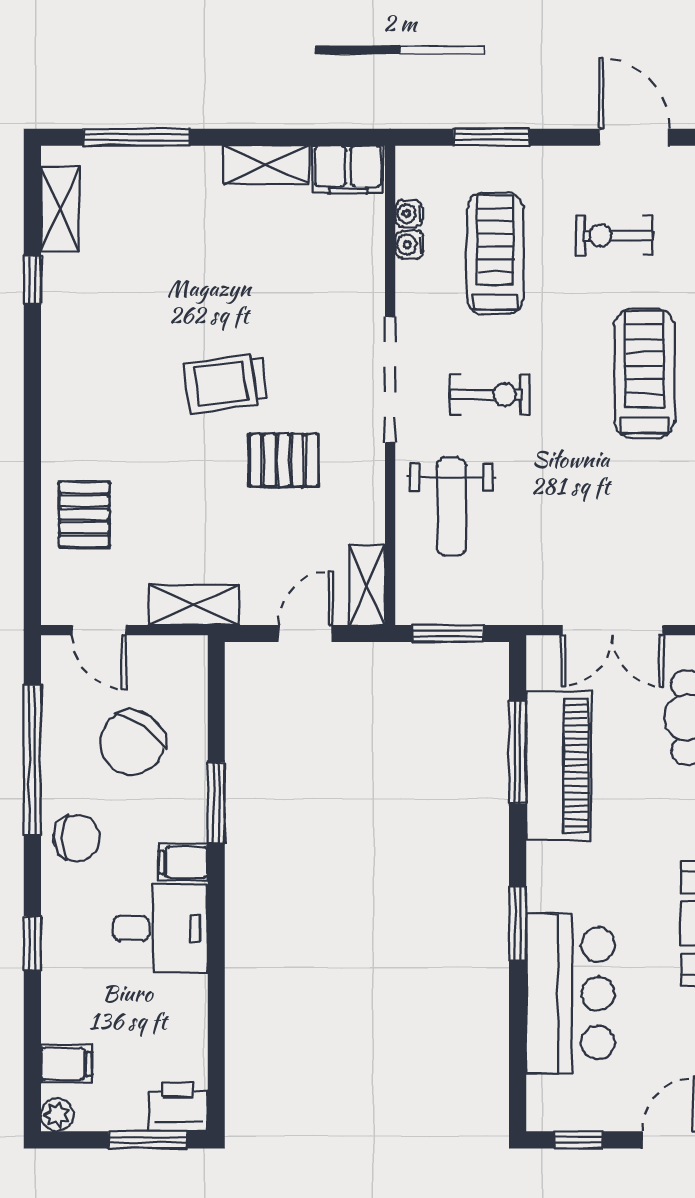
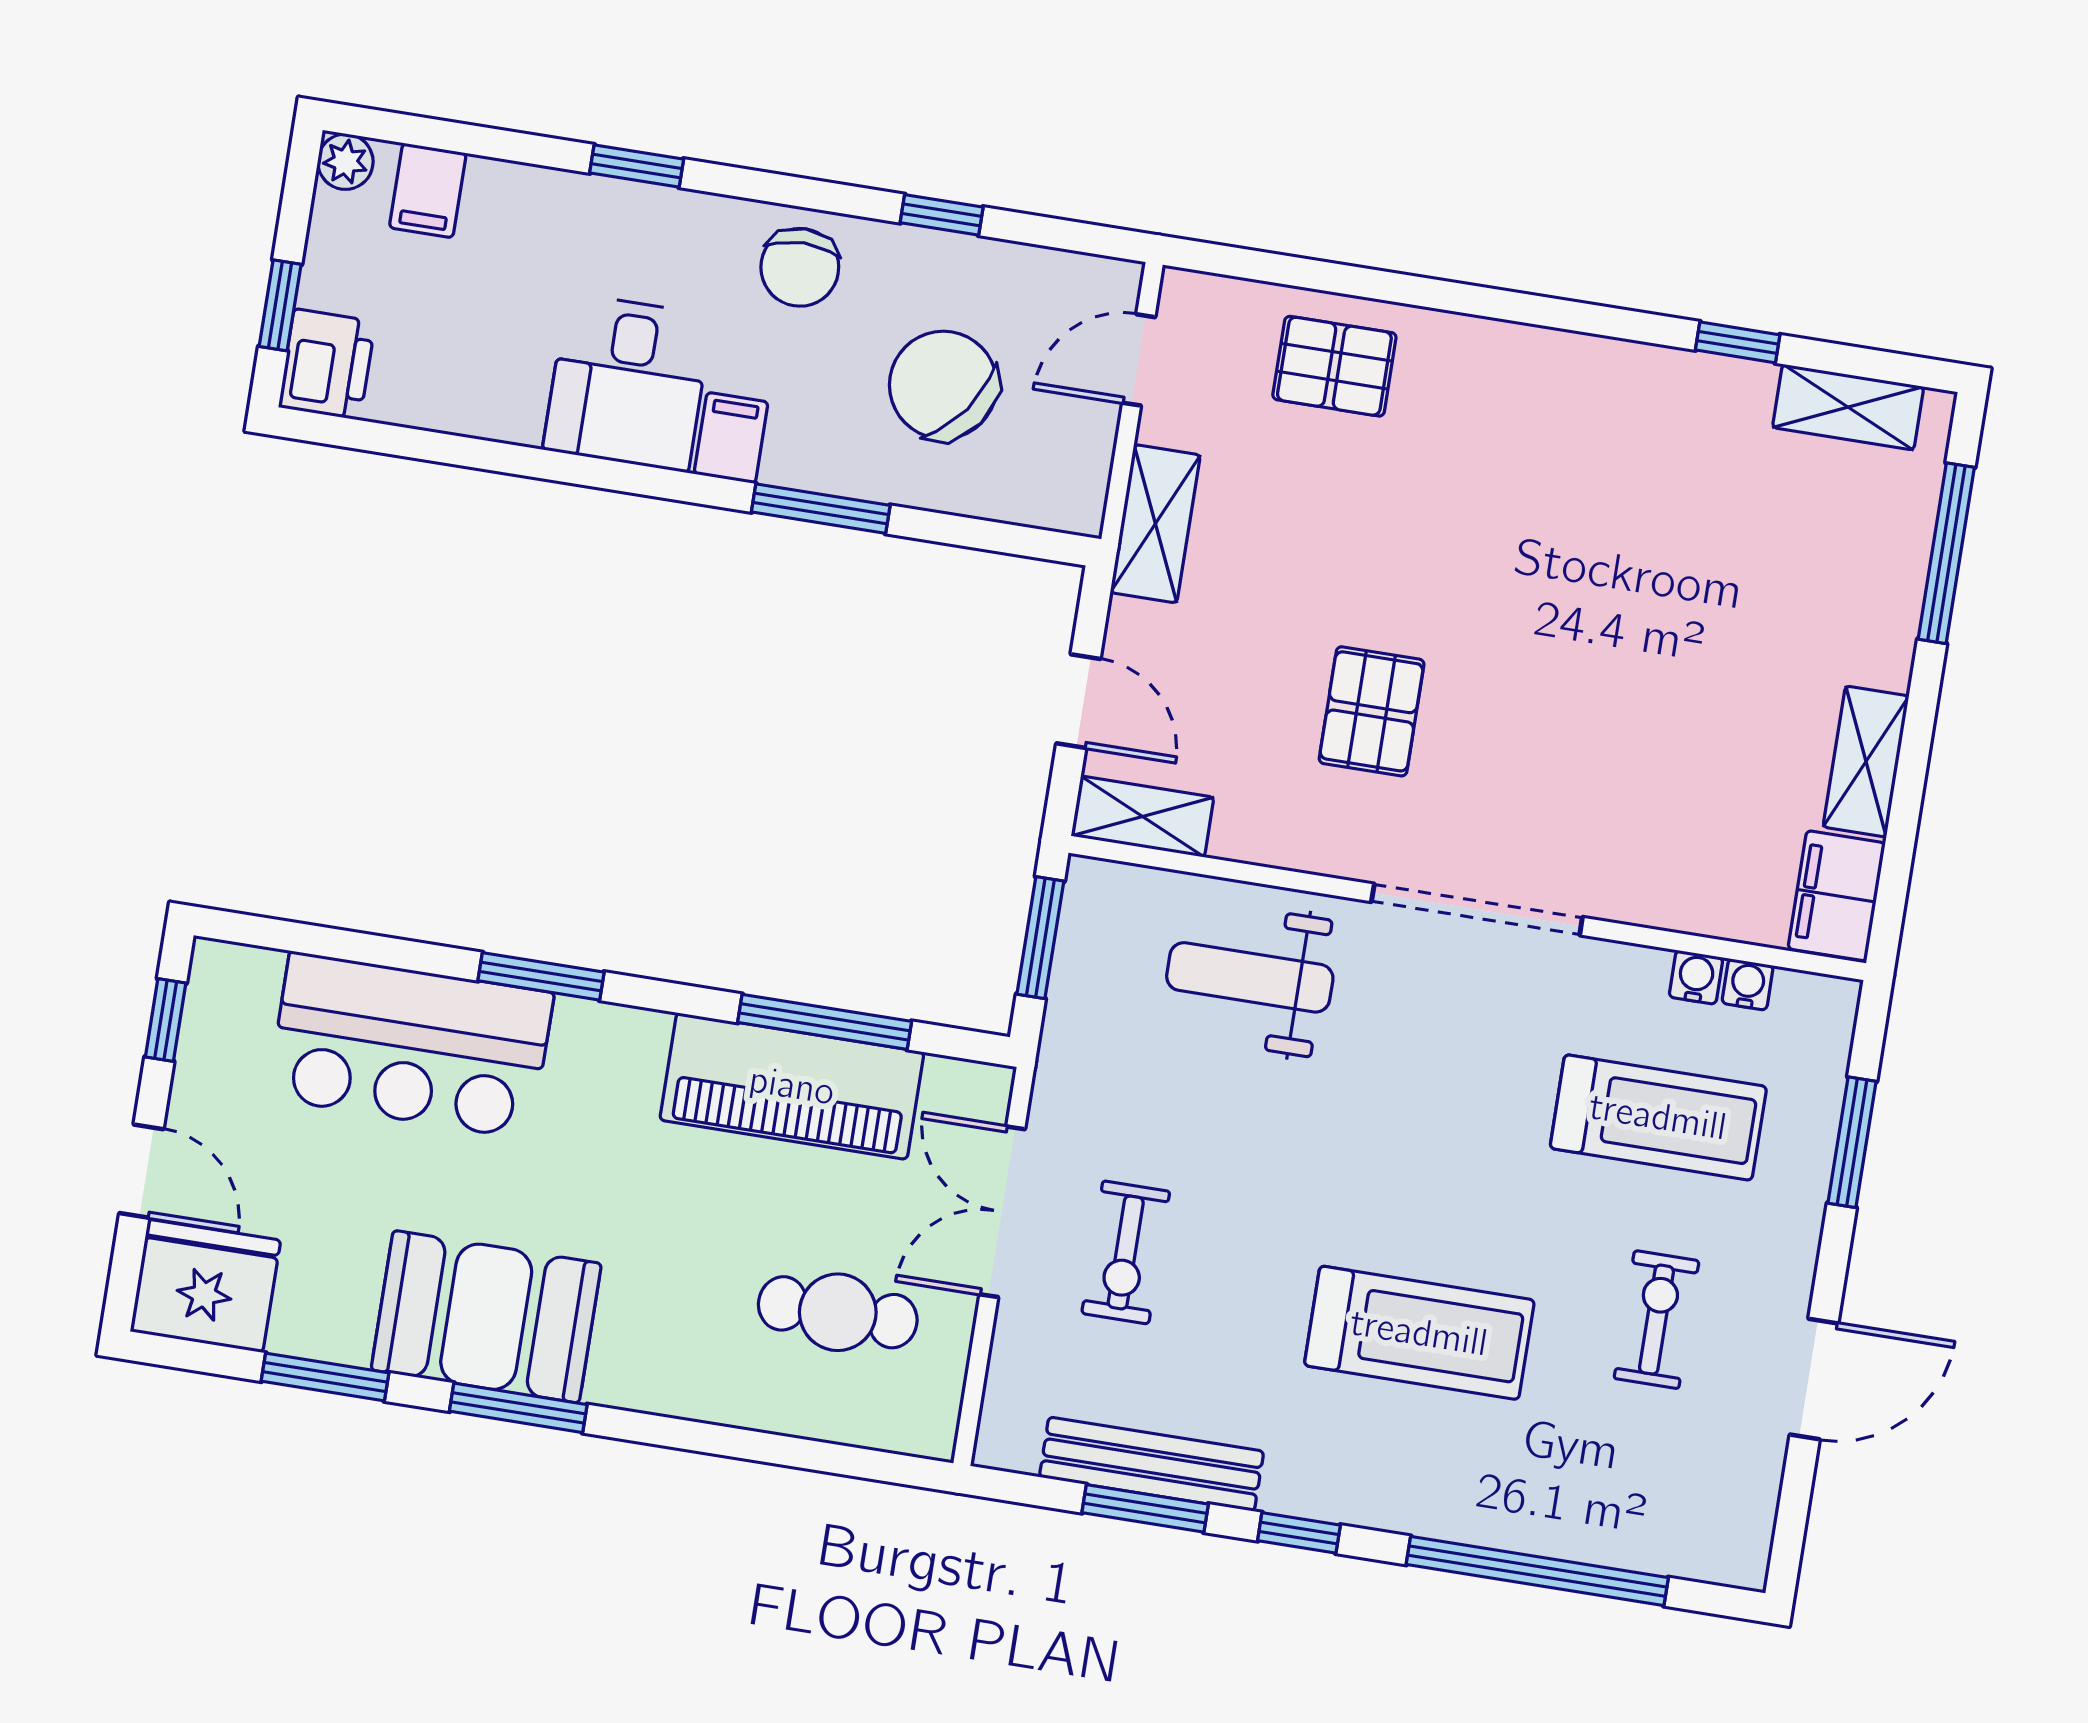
trolley: (226, 383) -> (1515, 637), removed
exercise bike: (490, 395) -> (1126, 1252), moved
window: (32, 760) -> (942, 215), width x0.32
window: (148, 1140) -> (280, 305), width x0.67

